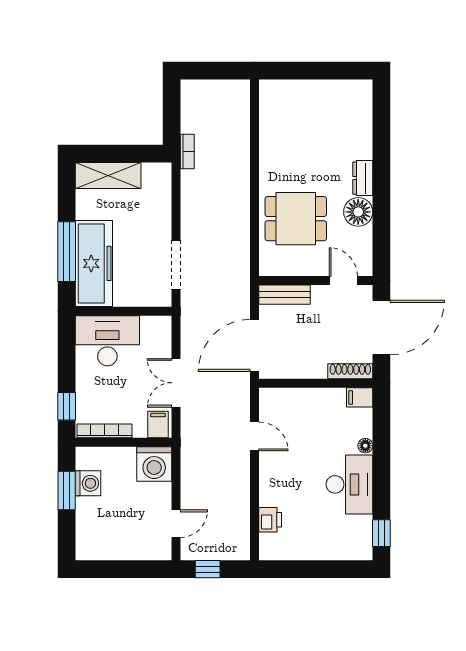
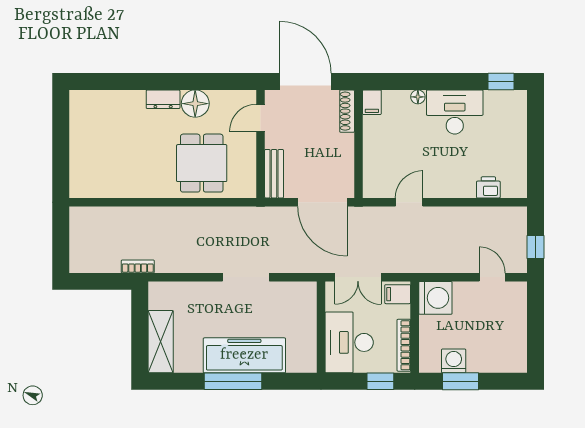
wall: (123, 311) -> (321, 327), moved
desk: (107, 341) -> (349, 342), moved

